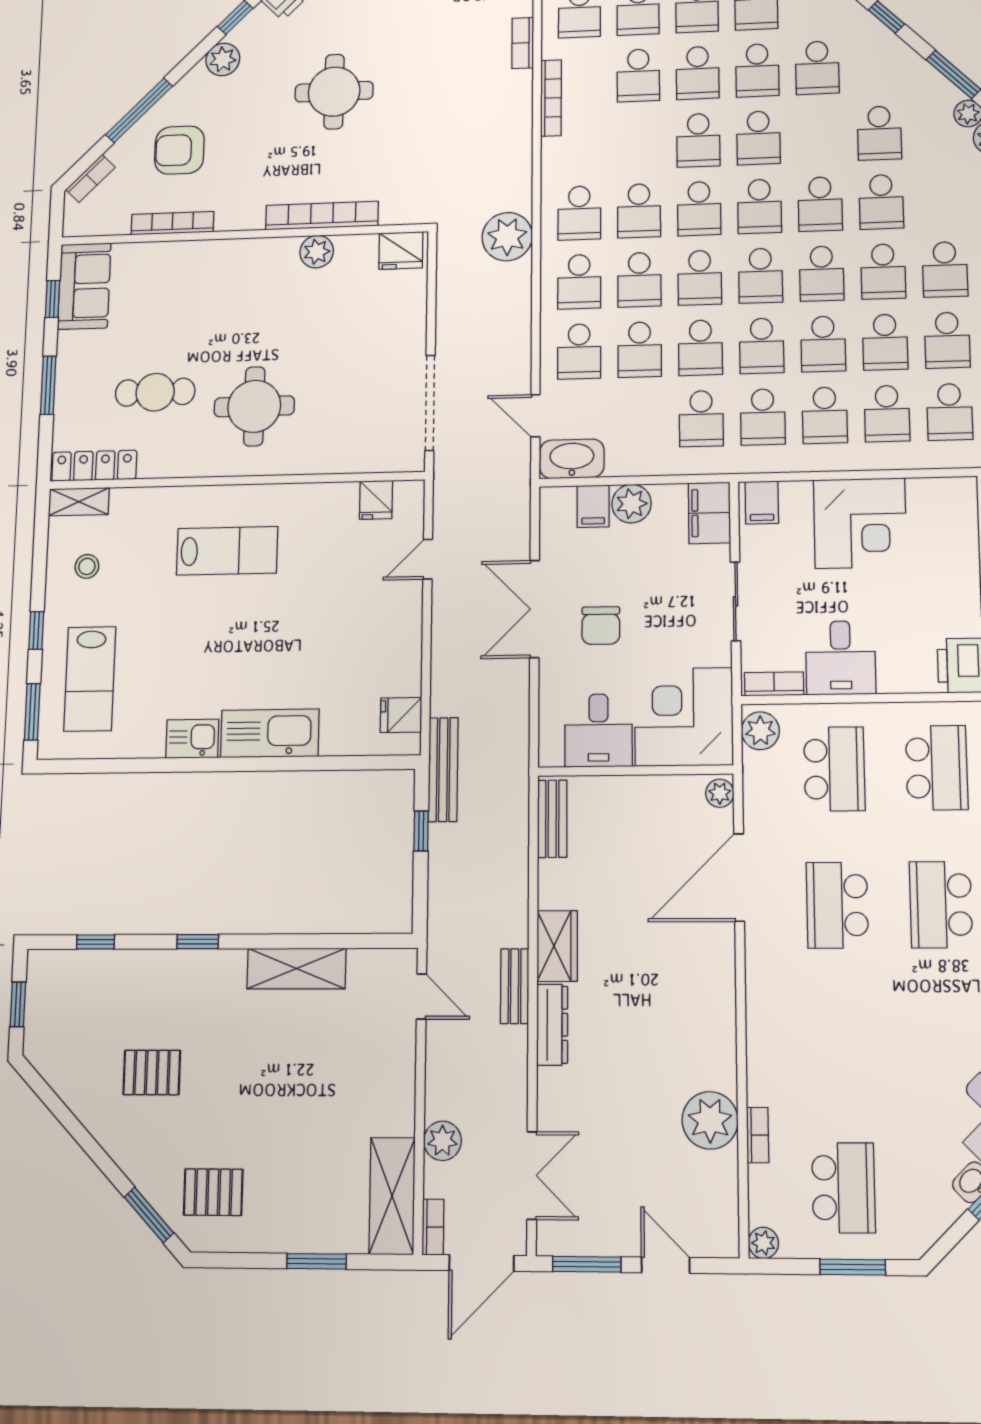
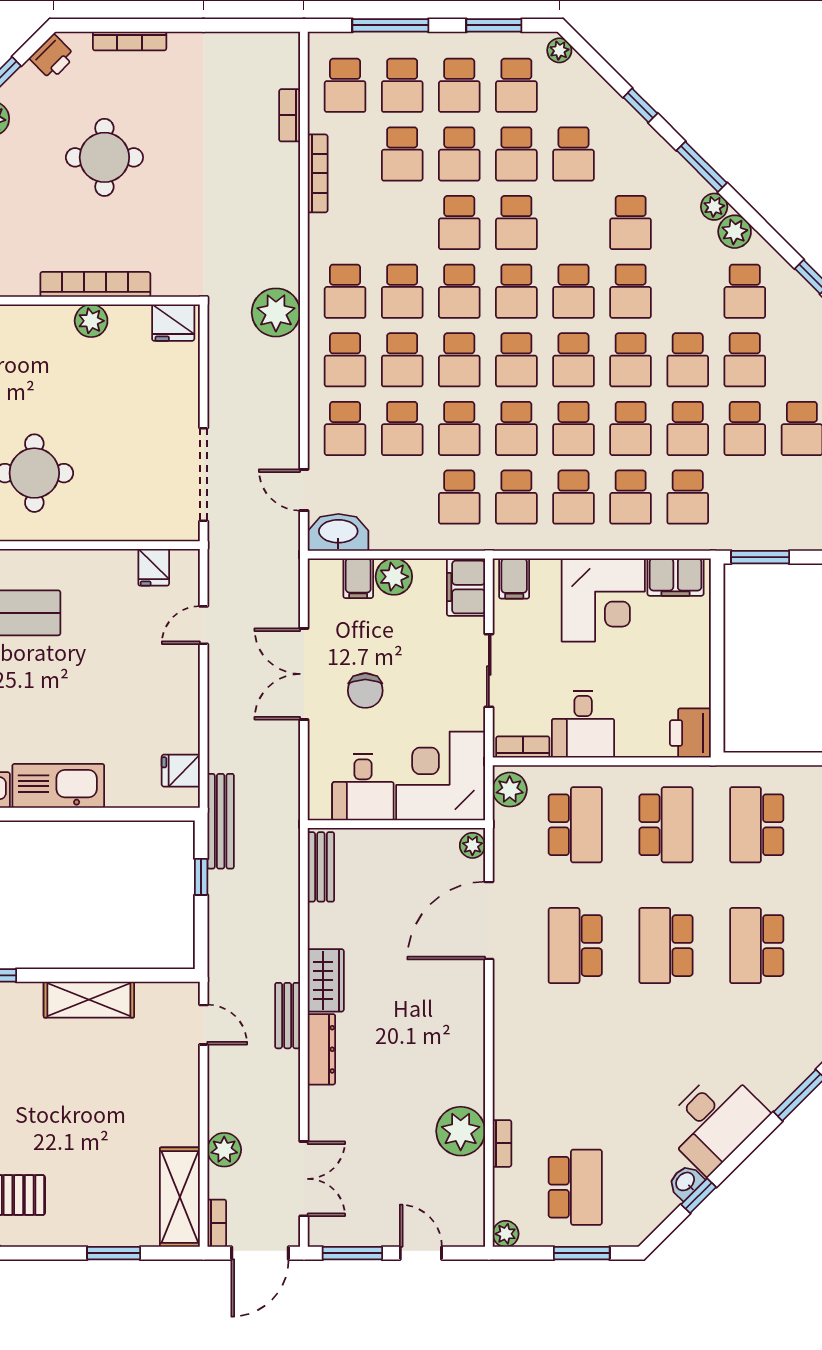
filing cabinet: (939, 497) -> (676, 577), added

